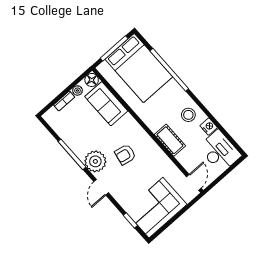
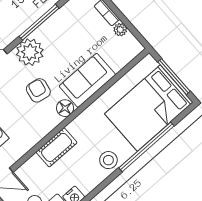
floor lamp: (92, 80) -> (65, 108), moved
sofa: (106, 104) -> (87, 80), moved
stool: (188, 115) -> (108, 160), moved

